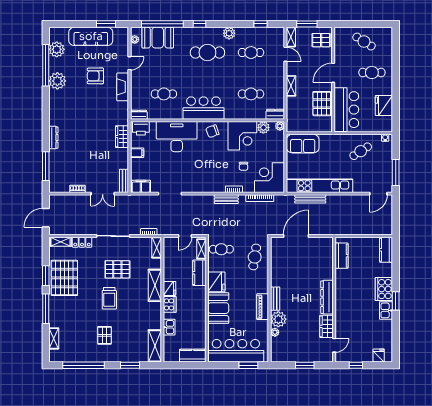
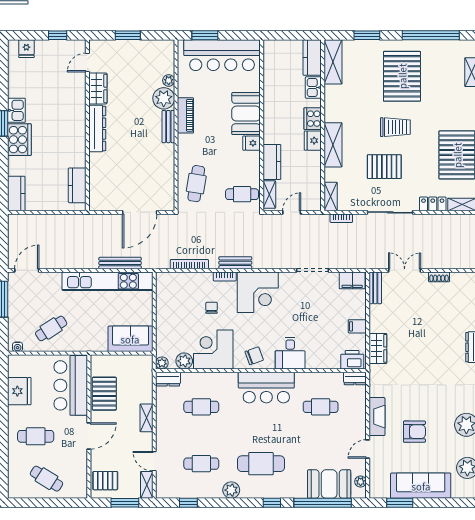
desk: (177, 137) -> (290, 353), width x0.53, depth x0.77
corner desk: (269, 178) -> (258, 292), moved
fridge: (216, 282) -> (252, 143), width x0.53, depth x0.75
trolley: (109, 298) -> (395, 127), turned 90
pallet: (104, 335) -> (402, 76), width x2.05, depth x2.00
kitchen counter: (193, 356) -> (312, 58), moved, turned 90

